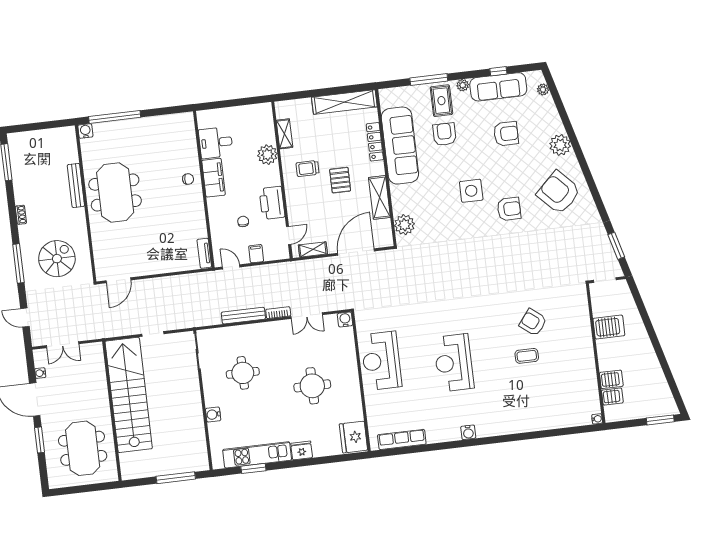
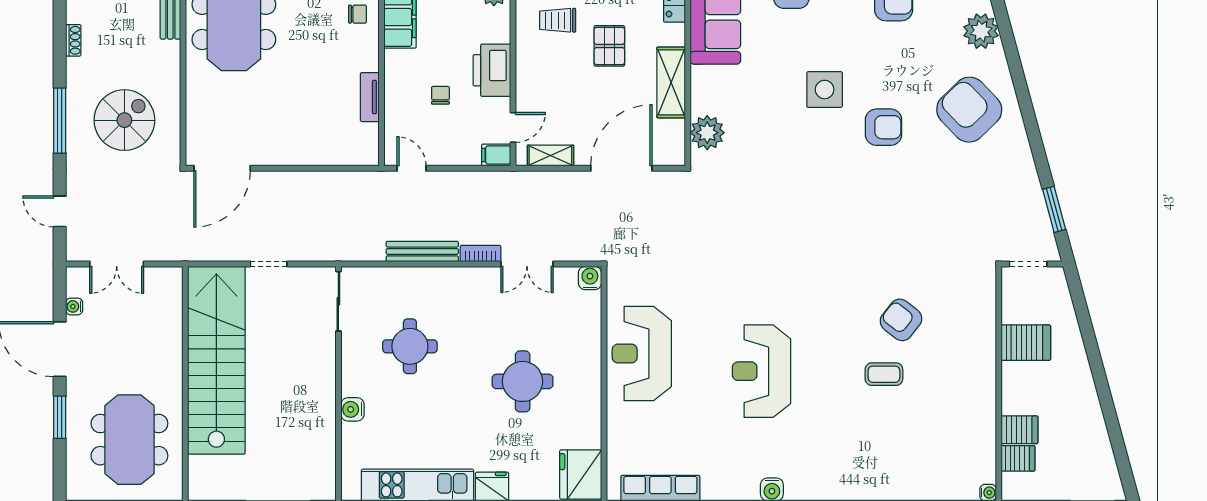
tv unit: (204, 253) -> (370, 97), moved
filing cabinet: (256, 254) -> (496, 155), moved, turned -90
door: (118, 280) -> (222, 168), width x1.36

